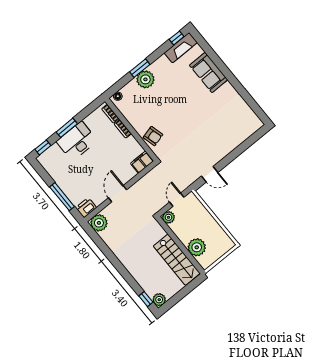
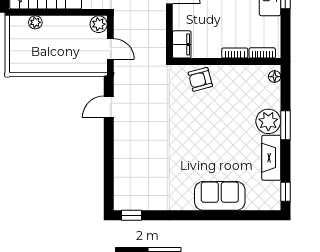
fireplace: (181, 48) -> (271, 158), moved
window: (259, 113) -> (132, 215), added
plant: (197, 247) -> (35, 22), width x0.53, depth x0.53

